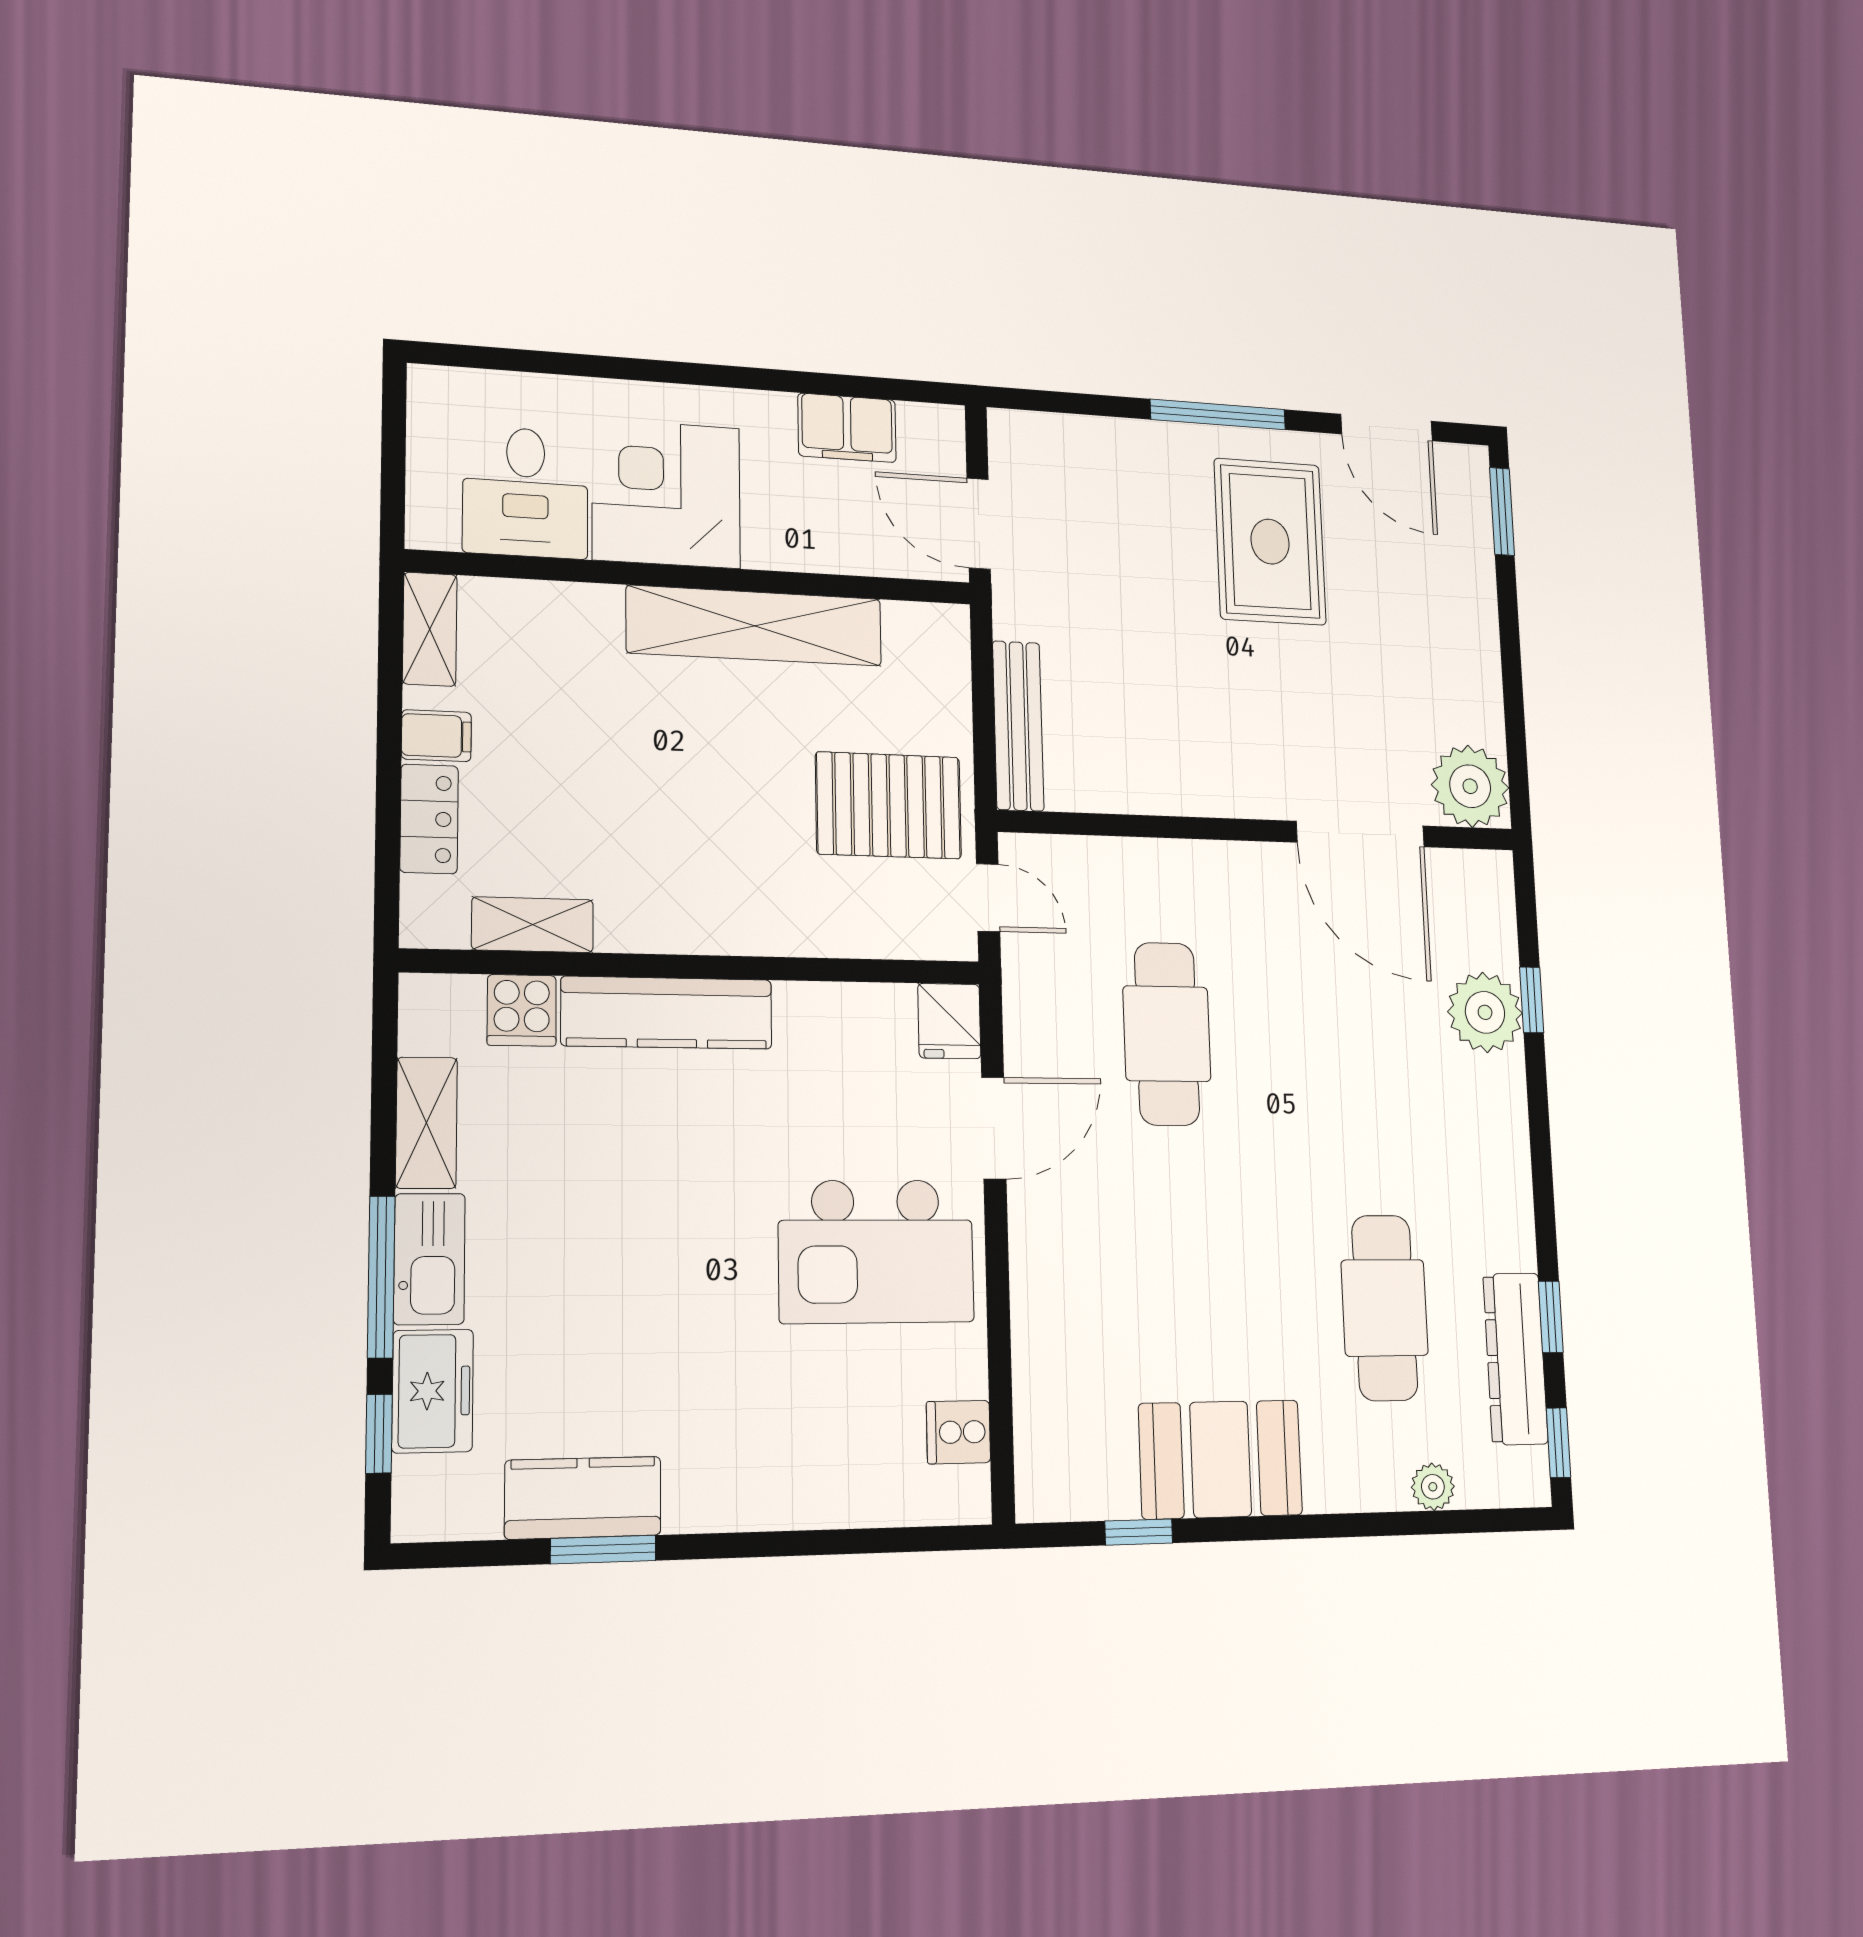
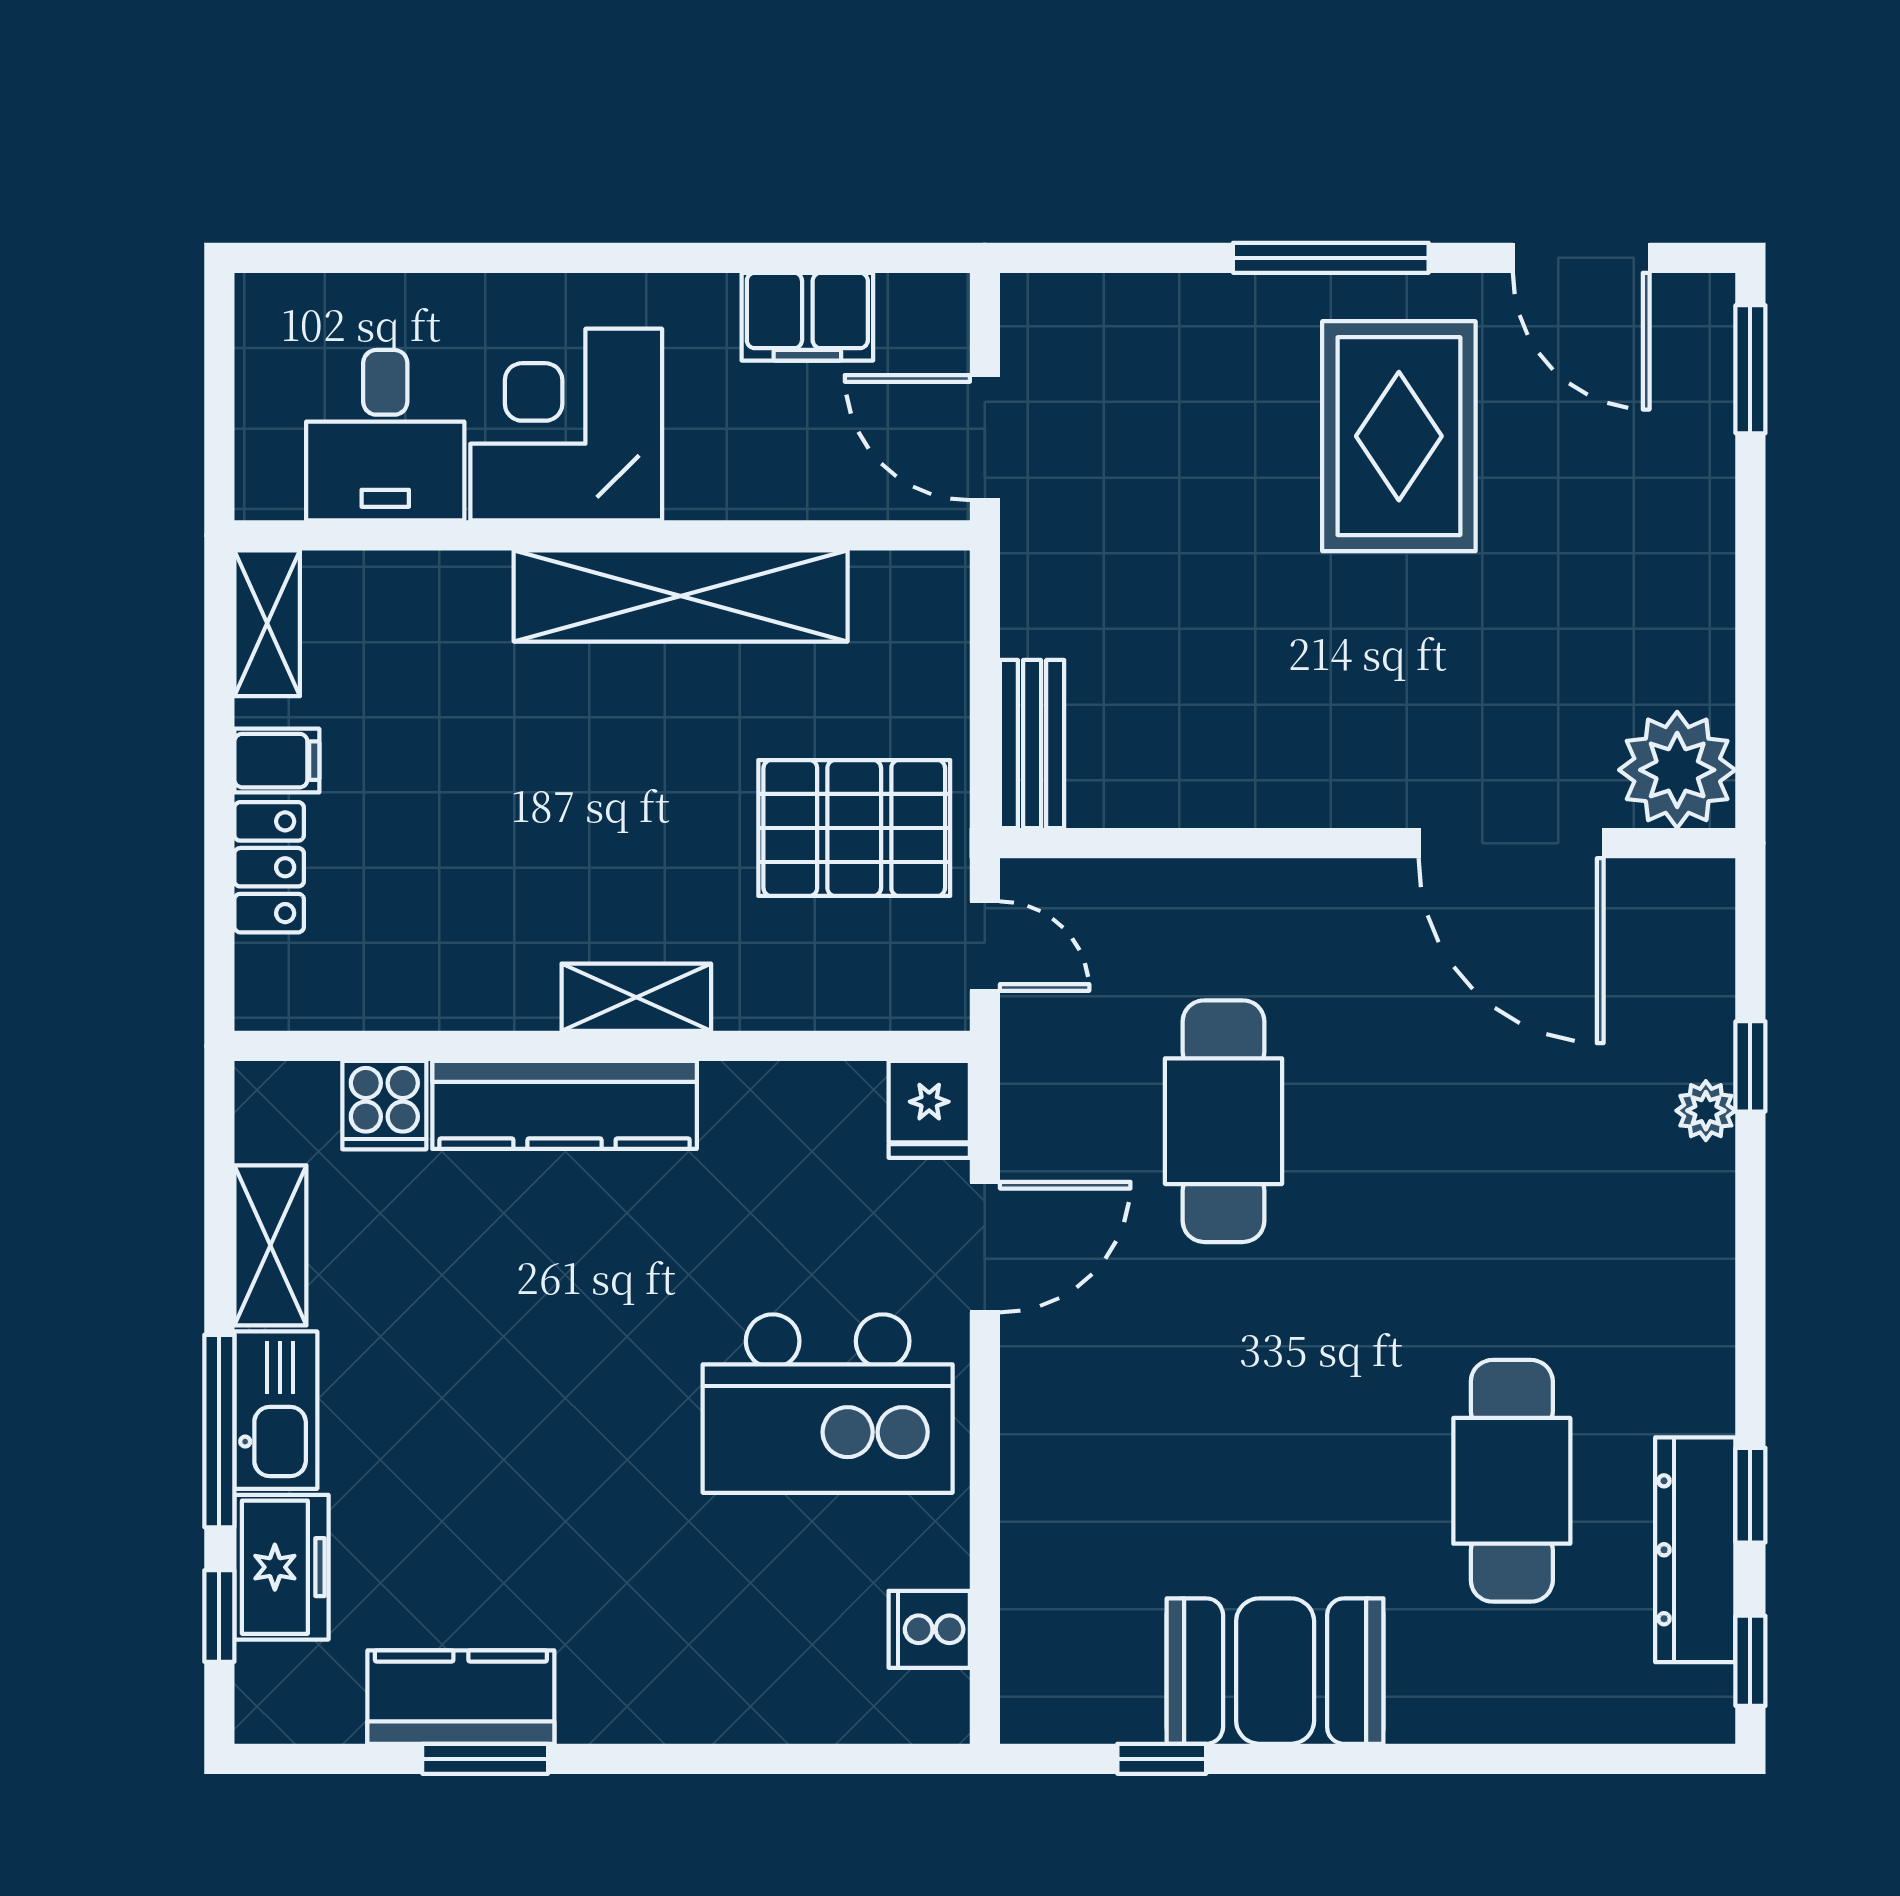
bench: (1018, 726) -> (1032, 744), width x0.73
shelving: (533, 925) -> (636, 997), moved
plant: (1485, 1012) -> (1706, 1111), width x0.53, depth x0.53
plant: (1433, 1487) -> (1567, 1713), removed

